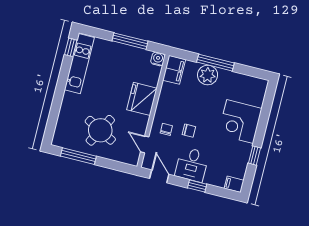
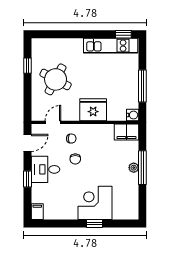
plant: (208, 75) -> (134, 168), width x0.53, depth x0.53
window: (78, 156) -> (27, 66), width x0.46
window: (254, 156) -> (94, 224), moved

